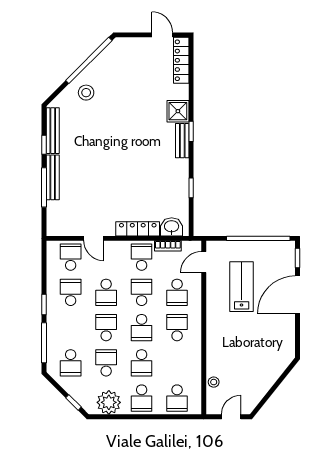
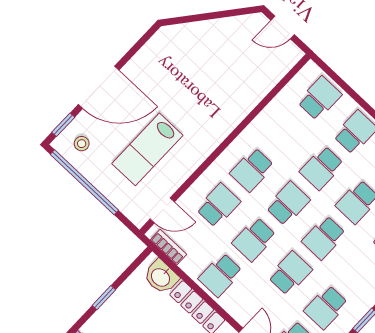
bookcase: (168, 246) -> (168, 247), moved
school desk: (142, 363) -> (322, 168), turned 180
stool: (214, 382) -> (82, 144), moved

